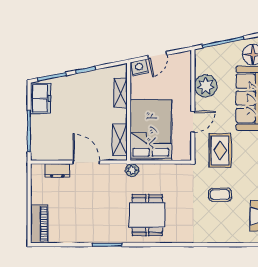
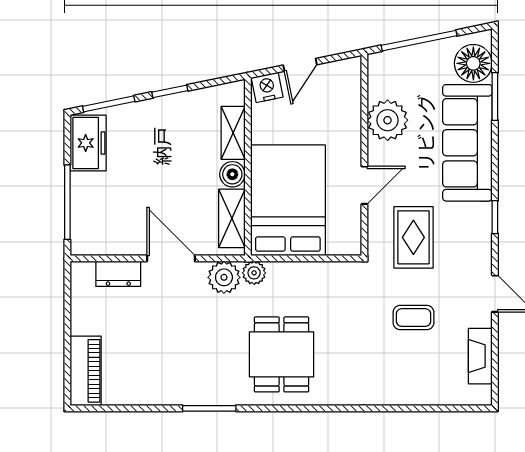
boiler: (120, 116) -> (232, 174), added
plant: (115, 172) -> (224, 277), added

